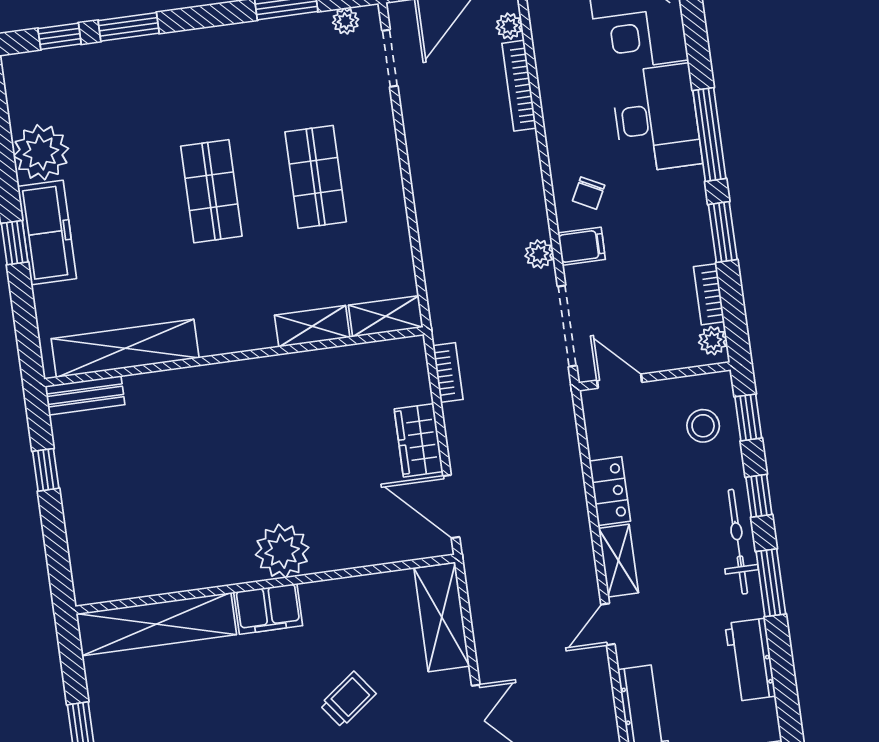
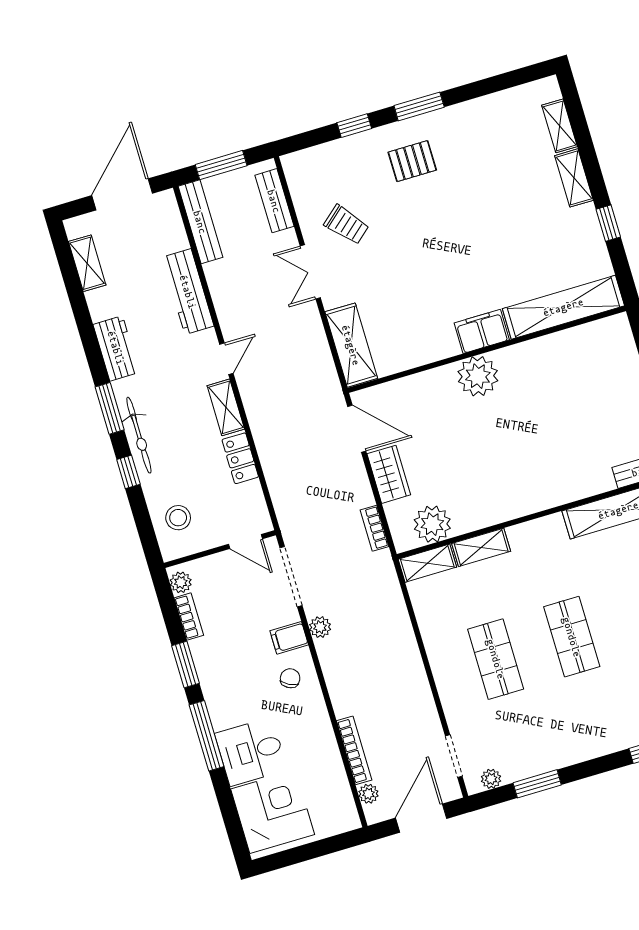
desk: (656, 118) -> (251, 752), width x0.73
plant: (372, 366) -> (432, 524), added
window: (748, 417) -> (145, 529), removed
trolley: (348, 699) -> (412, 273), removed

